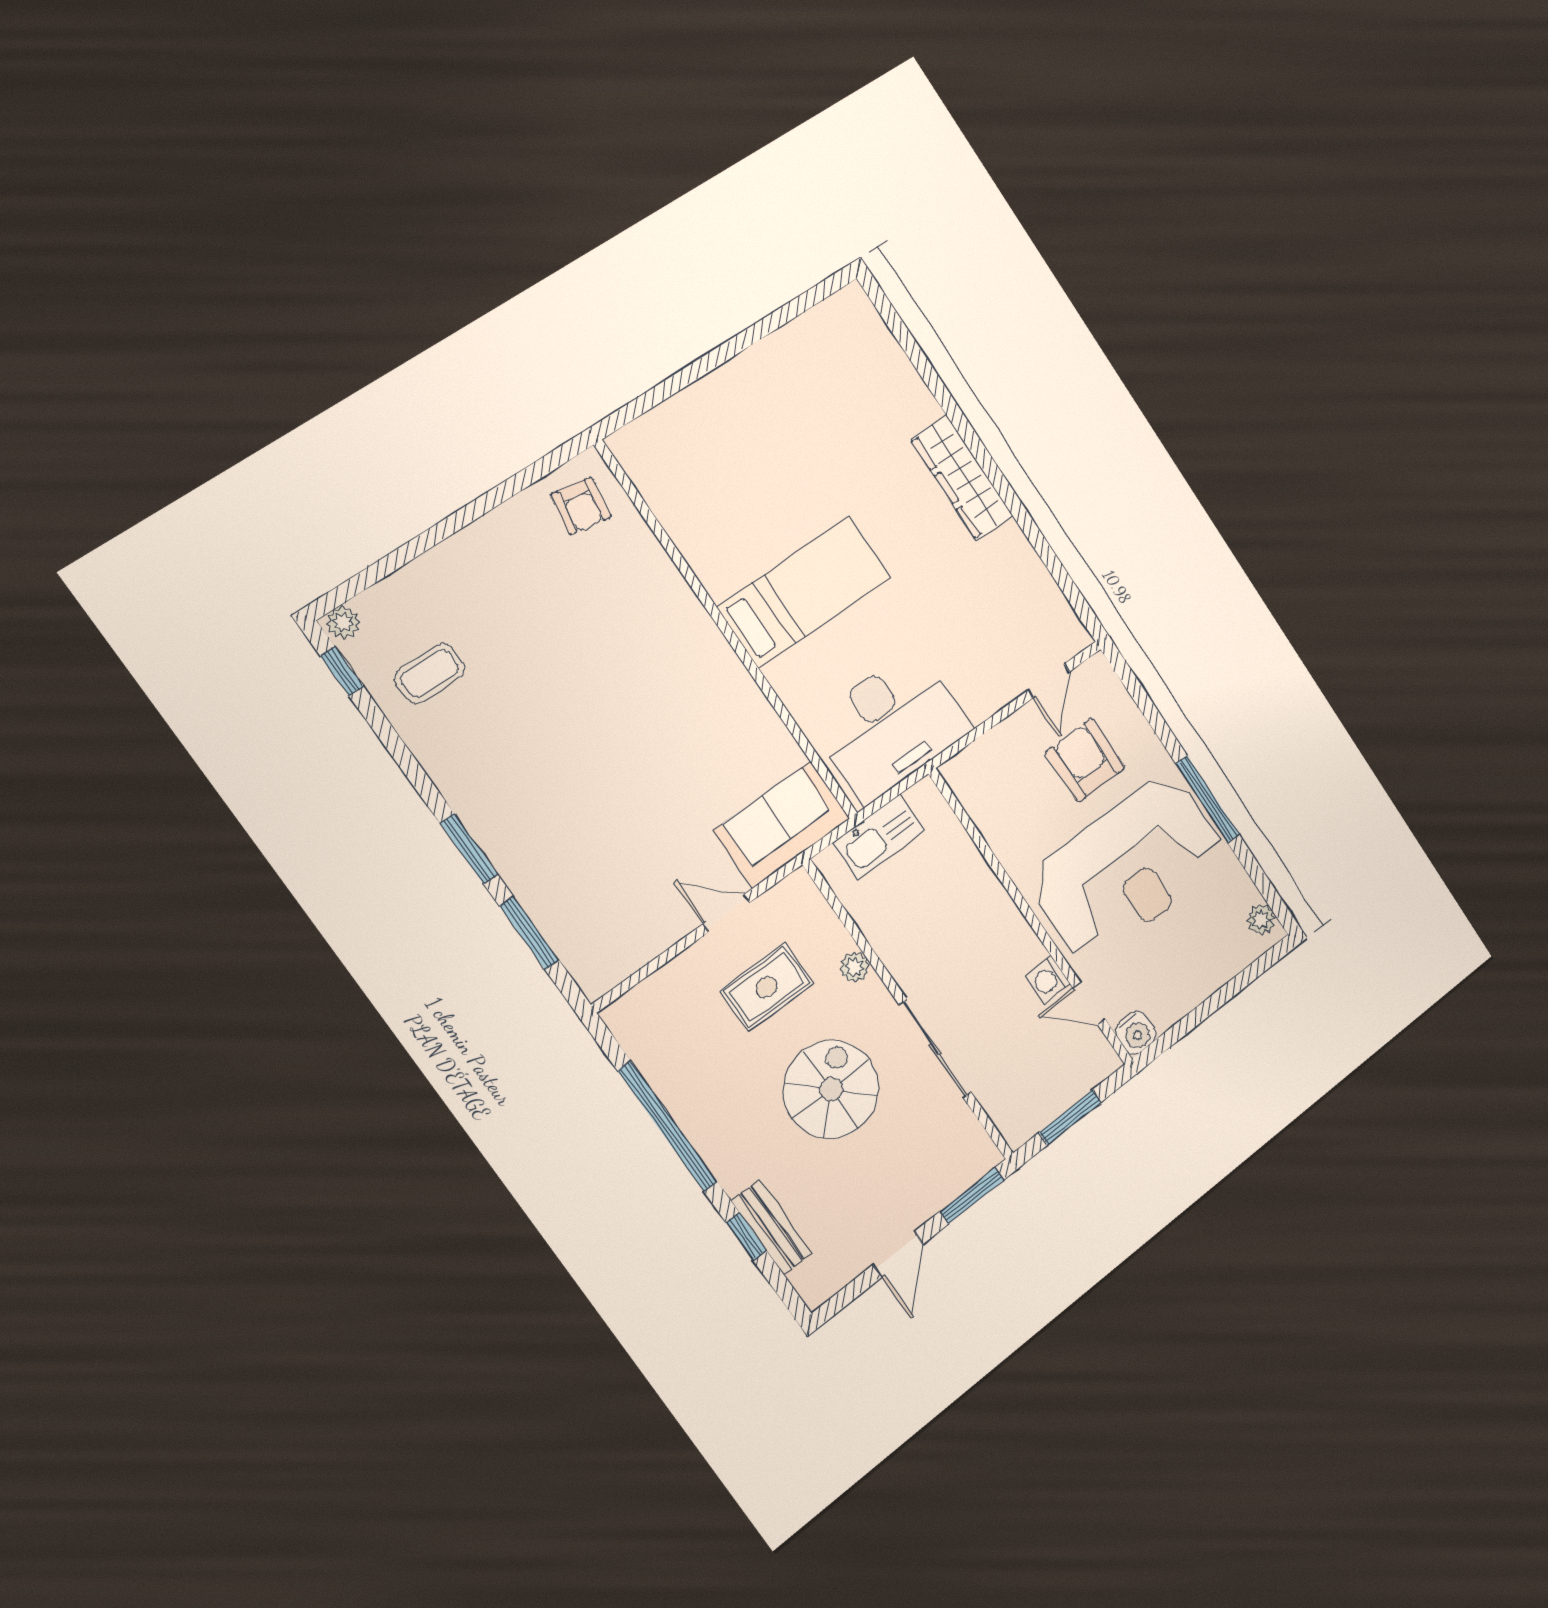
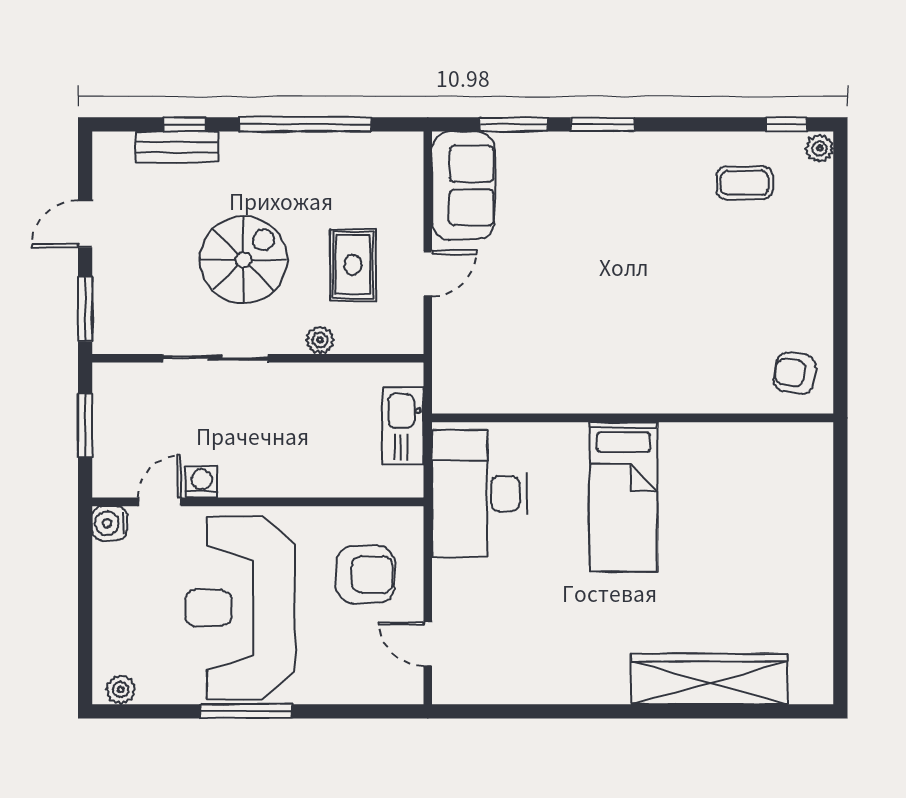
wardrobe: (962, 478) -> (709, 679), moved, width x1.40, depth x1.17
coffee table: (430, 673) -> (745, 183), turned 90
armchair: (1085, 760) -> (365, 575), moved
sofa: (782, 825) -> (463, 186), moved
spiral stairs: (831, 1089) -> (243, 260), turned -90
door: (898, 1254) -> (85, 224), hinge flipped

